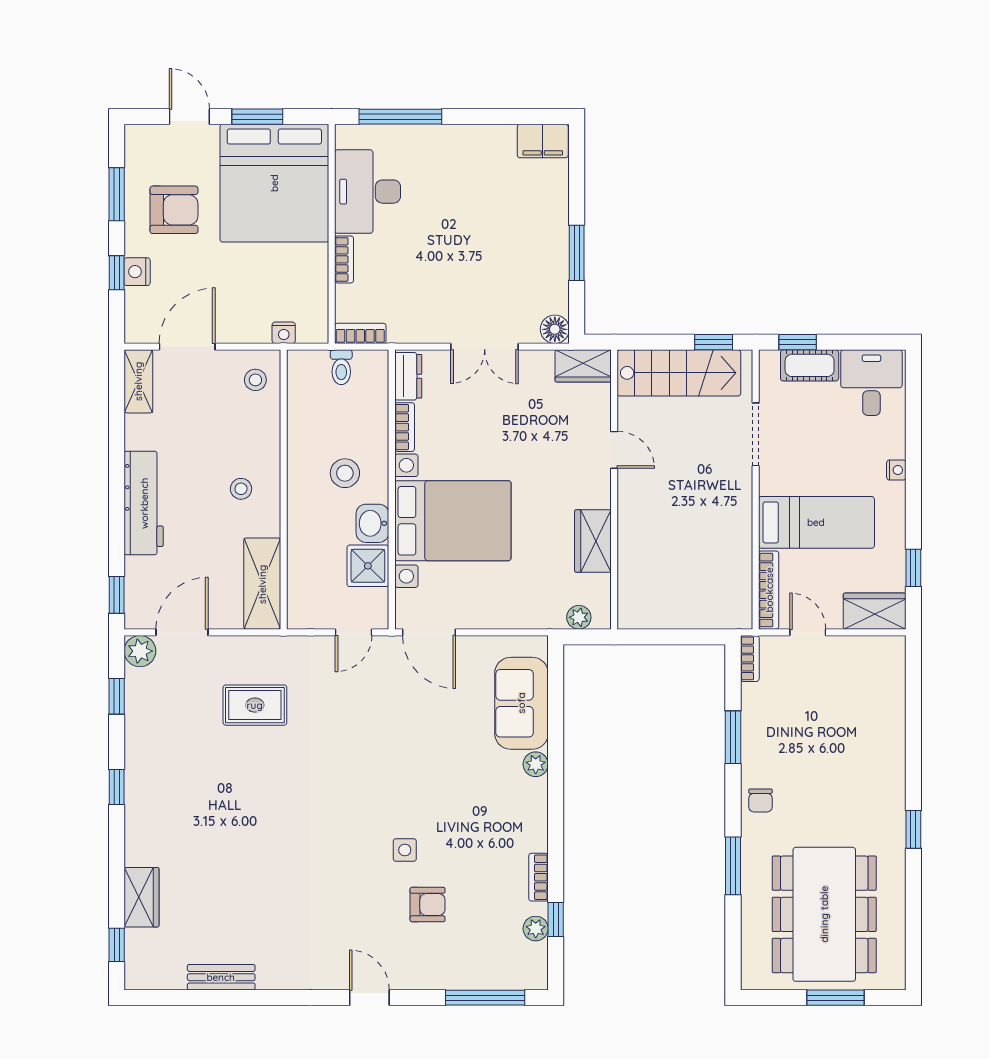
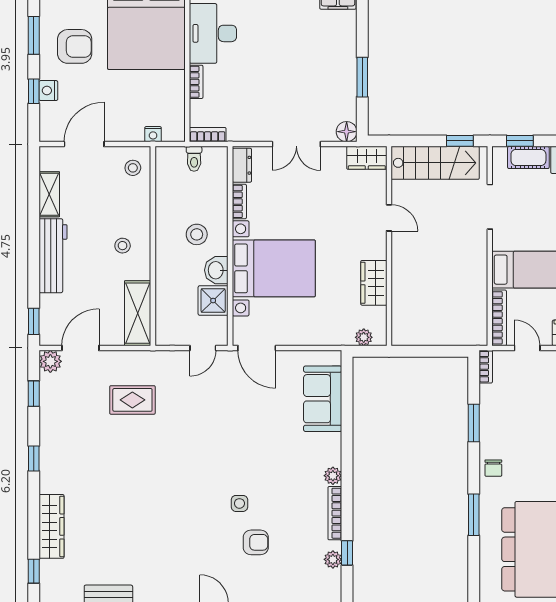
shelving: (138, 381) -> (49, 194), moved
plant: (536, 764) -> (333, 476), moved
bookcase: (538, 877) -> (335, 513), width x1.56
wardrobe: (142, 897) -> (52, 526), width x1.50

